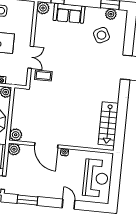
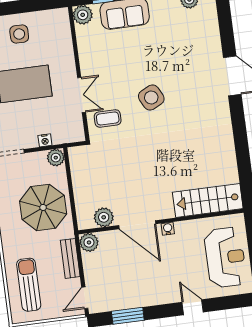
side table: (101, 35) -> (151, 98), moved
stairs: (108, 124) -> (208, 200), moved, turned 90
plant: (16, 135) -> (104, 217), moved

